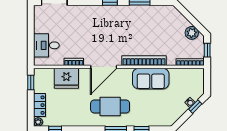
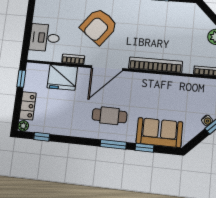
armchair: (93, 31) -> (99, 26), added
sofa: (151, 79) -> (159, 133), moved, turned 180
cafe table: (110, 106) -> (110, 116), width x0.73, depth x0.74

